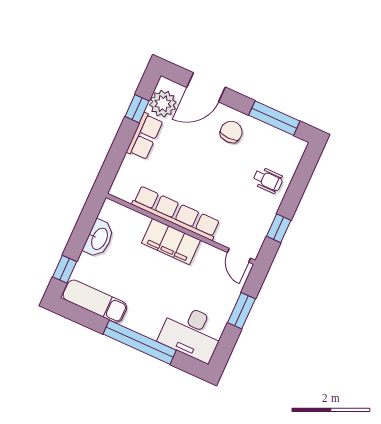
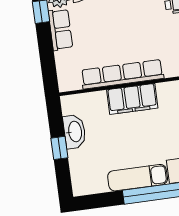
window: (65, 269) -> (59, 148), moved
exam couch: (95, 301) -> (138, 178), moved

